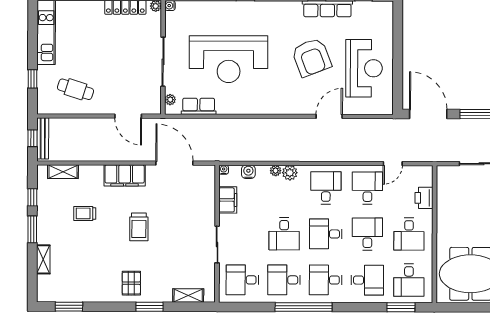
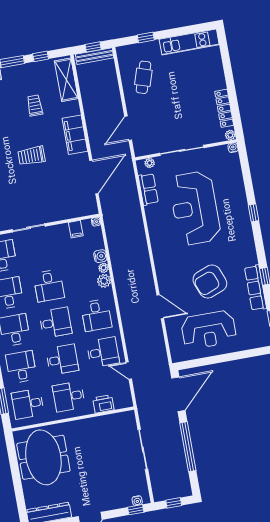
shelving: (63, 172) -> (66, 80), width x1.50, depth x1.33
water cooler: (248, 172) -> (100, 256), moved
desk: (326, 188) -> (96, 315), turned 90
filing cabinet: (228, 200) -> (76, 229), width x0.50
desk: (284, 234) -> (49, 286), turned -90
desk: (326, 234) -> (55, 323), turned 90
desk: (367, 280) -> (21, 367), turned 180

